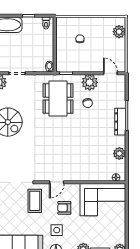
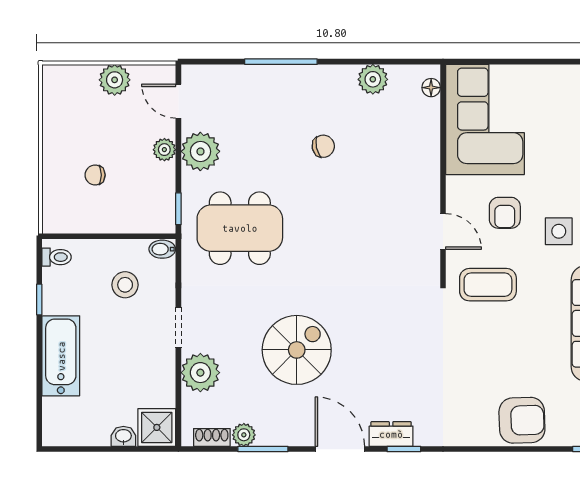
plant: (119, 32) -> (115, 80), moved
stool: (35, 51) -> (125, 285), added
plant: (90, 67) -> (164, 150), added
door: (110, 73) -> (178, 101), hinge flipped
chair: (88, 103) -> (323, 146), moved
dresser: (120, 122) -> (296, 77), removed

